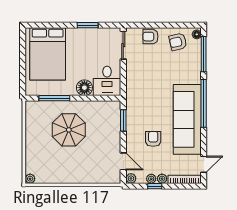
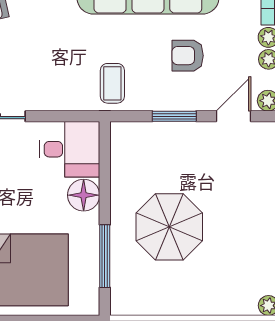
coffee table: (139, 102) -> (112, 83), added
window: (123, 120) -> (174, 116), moved

